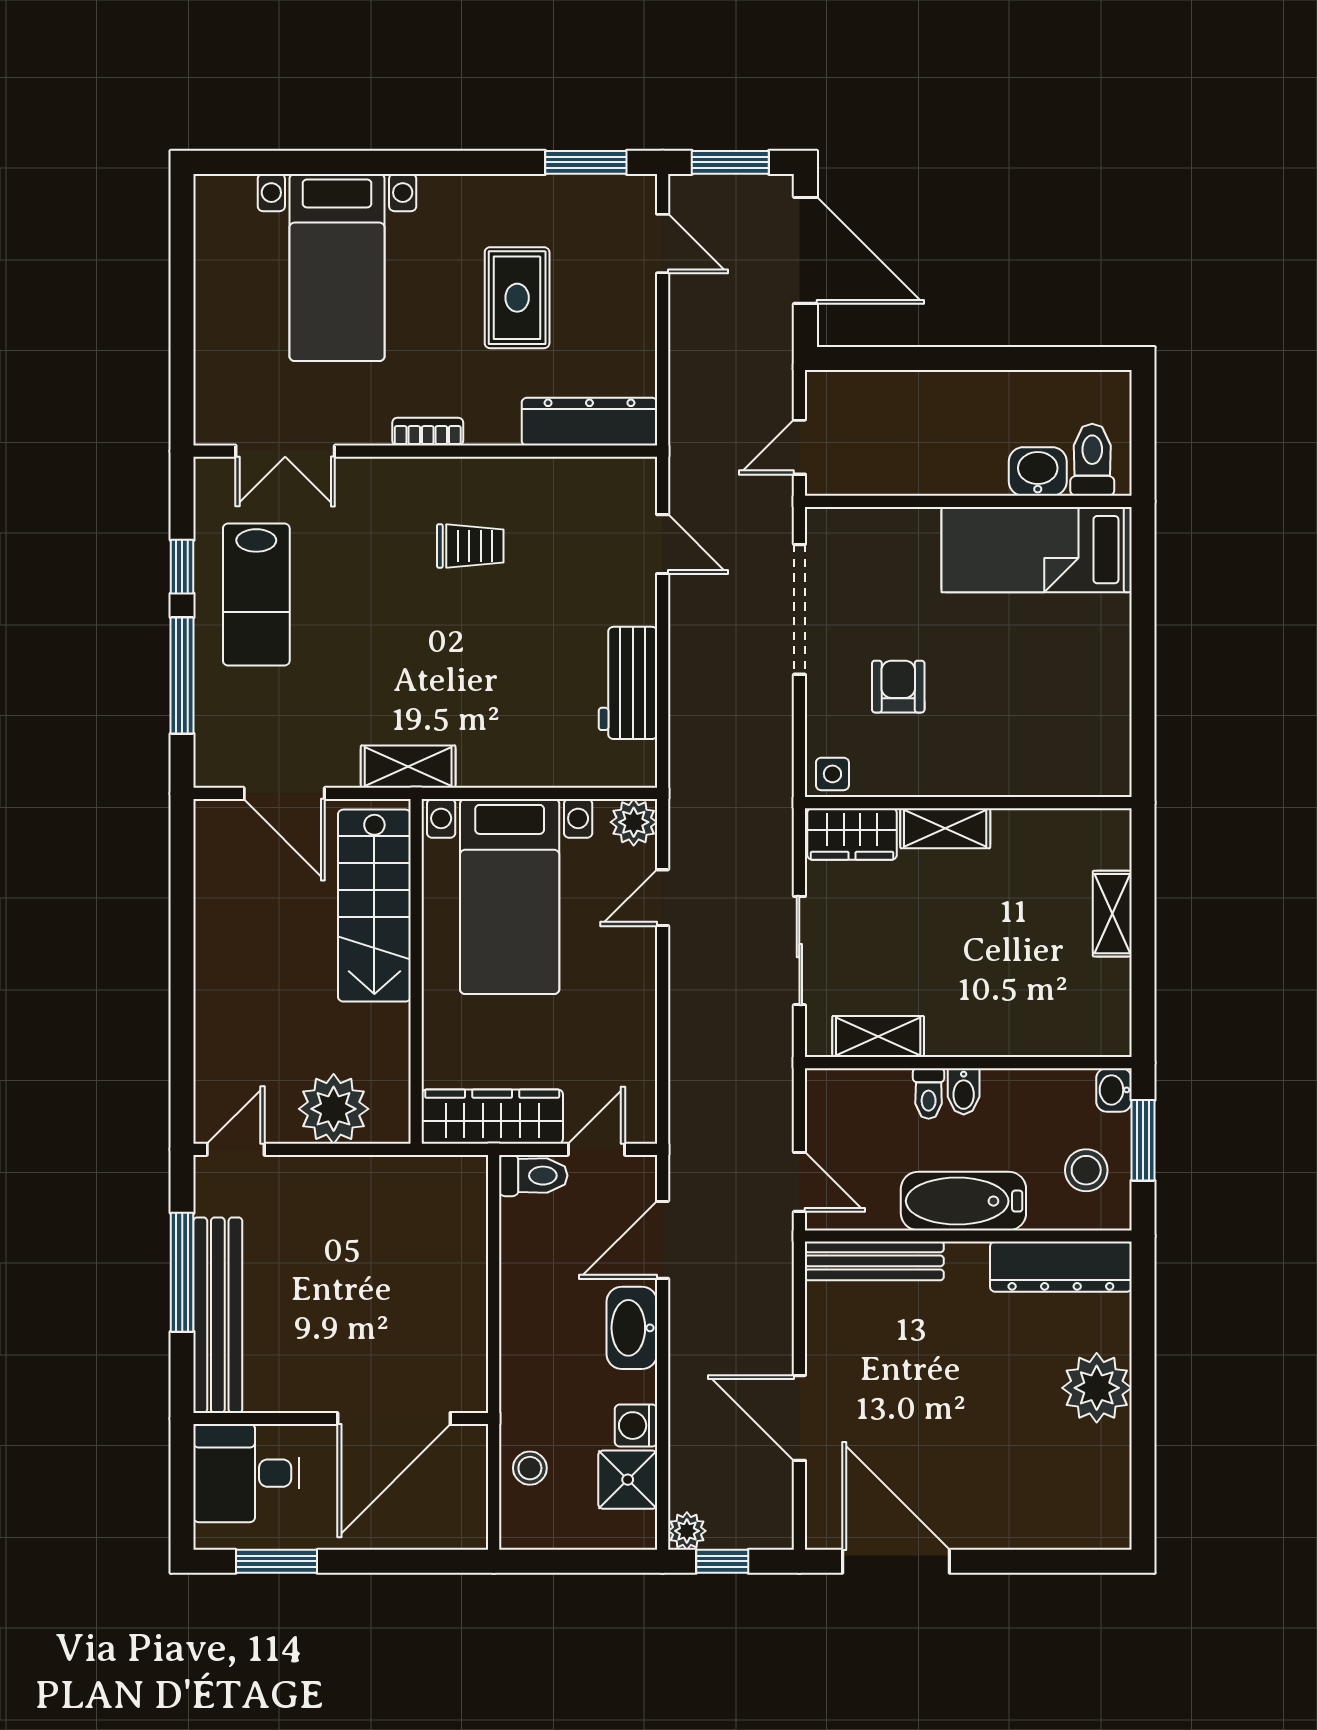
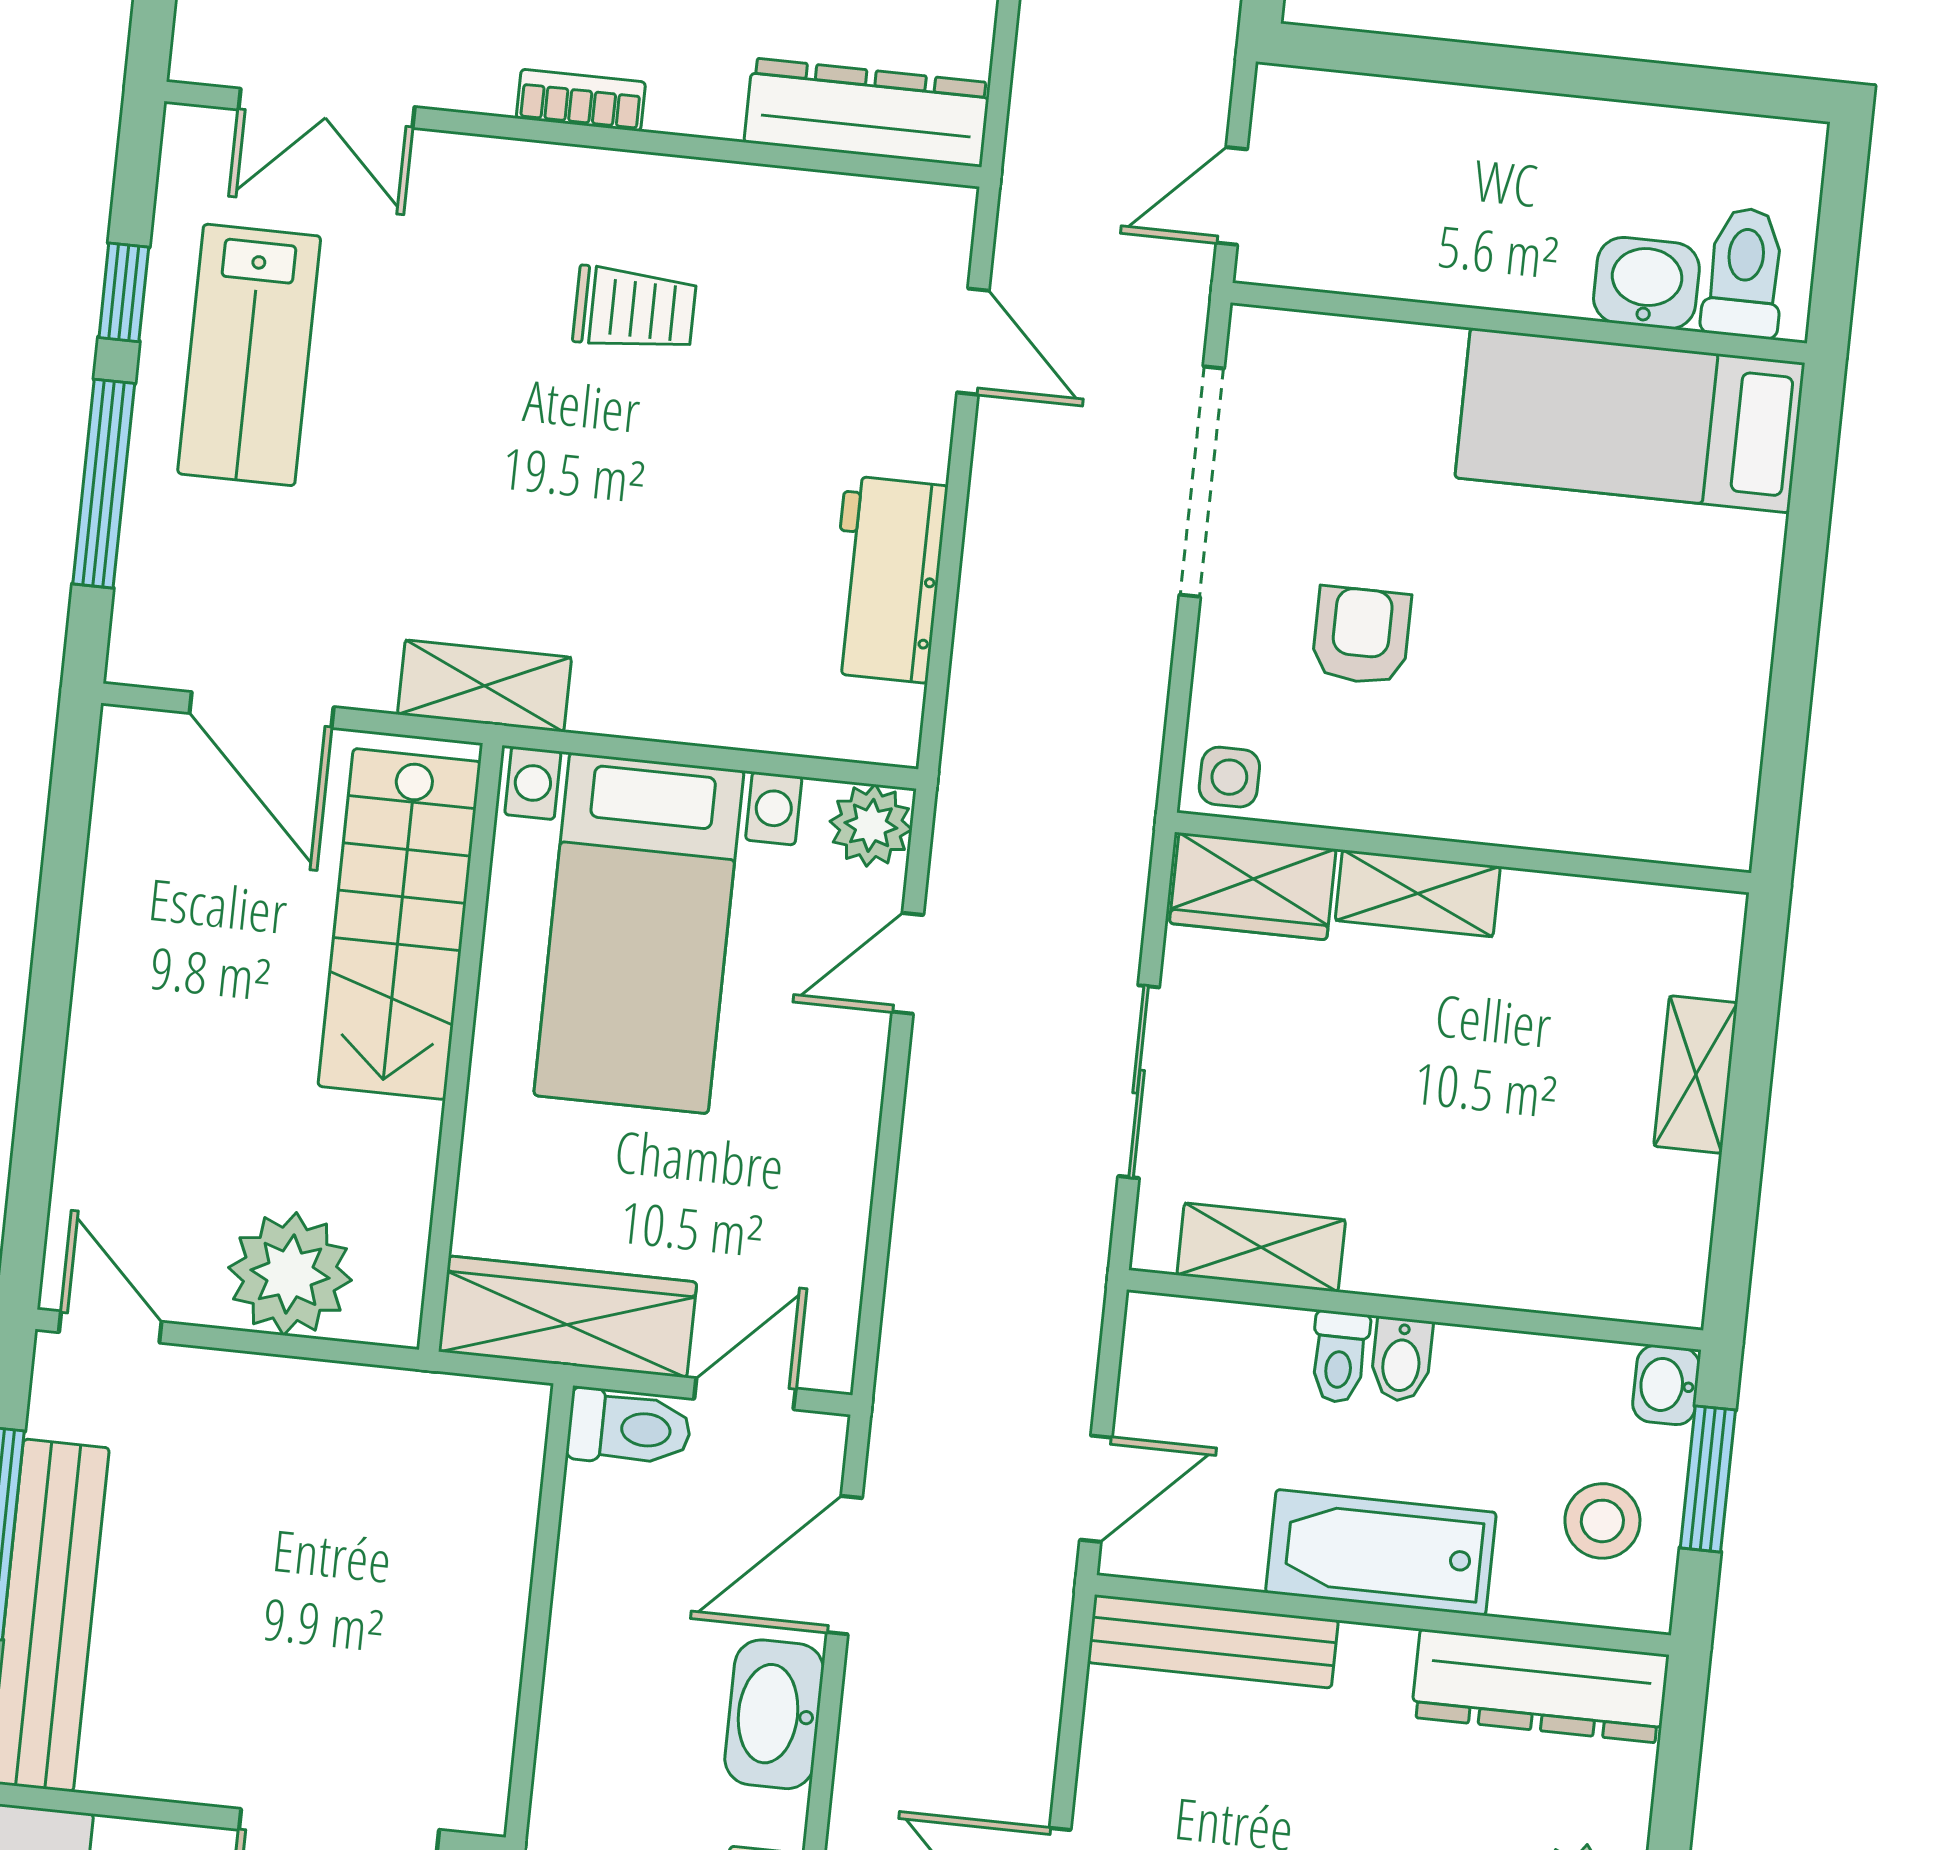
door: (236, 1149) -> (110, 1327), hinge flipped
door: (799, 1182) -> (1096, 1489), hinge flipped

